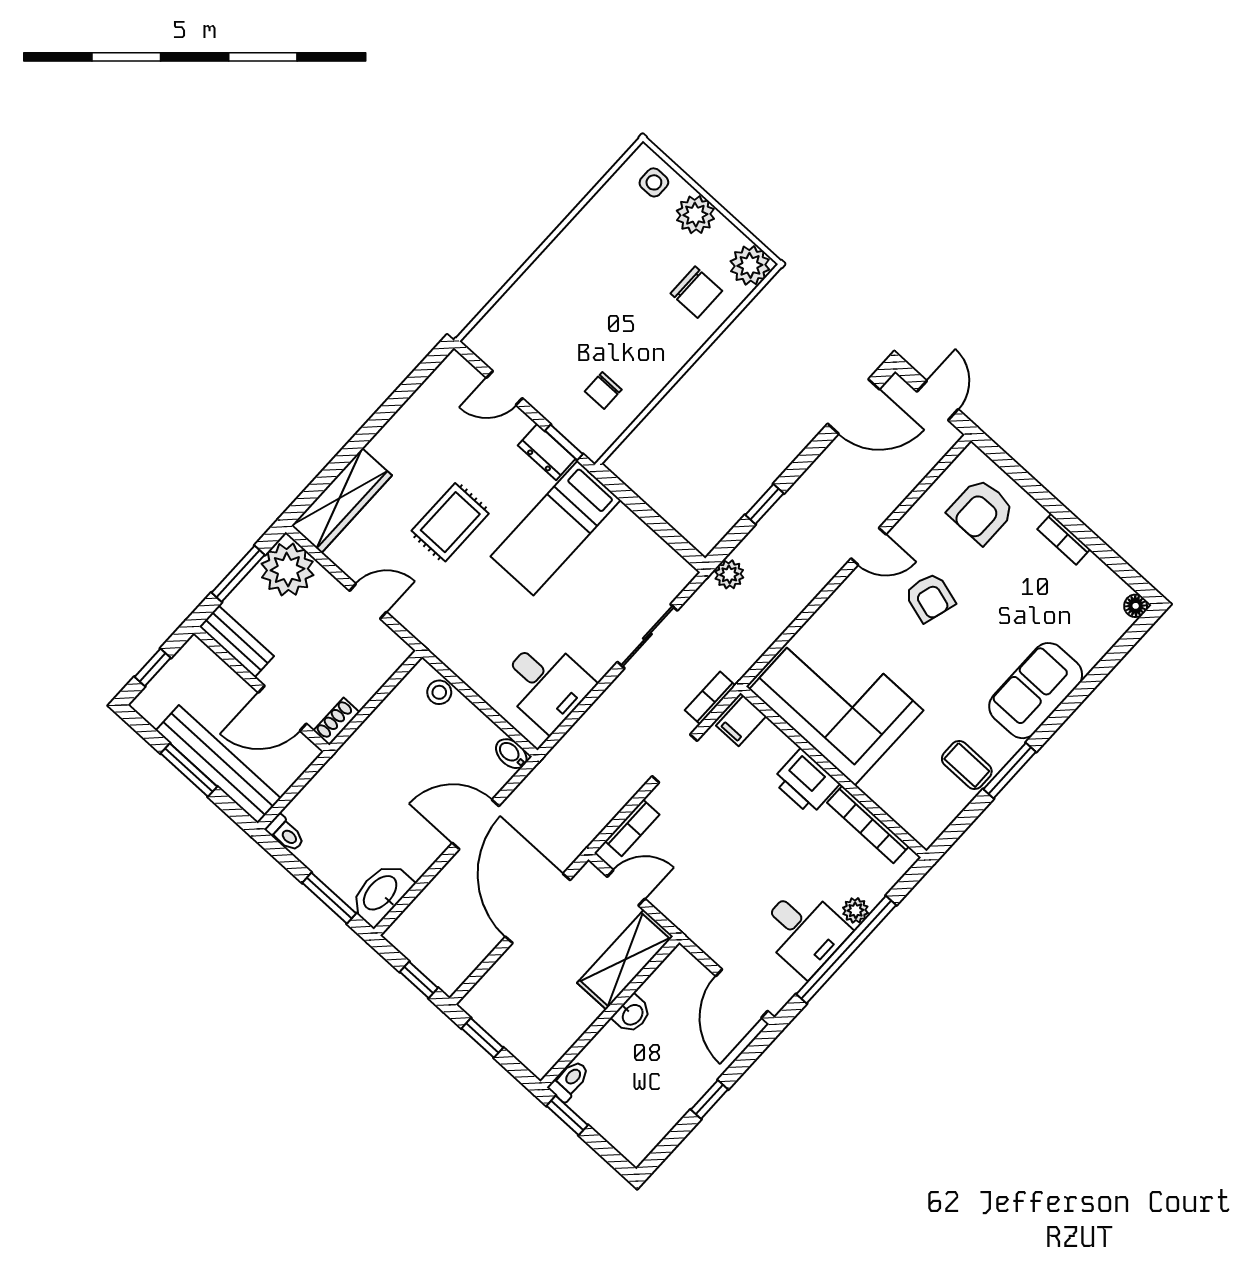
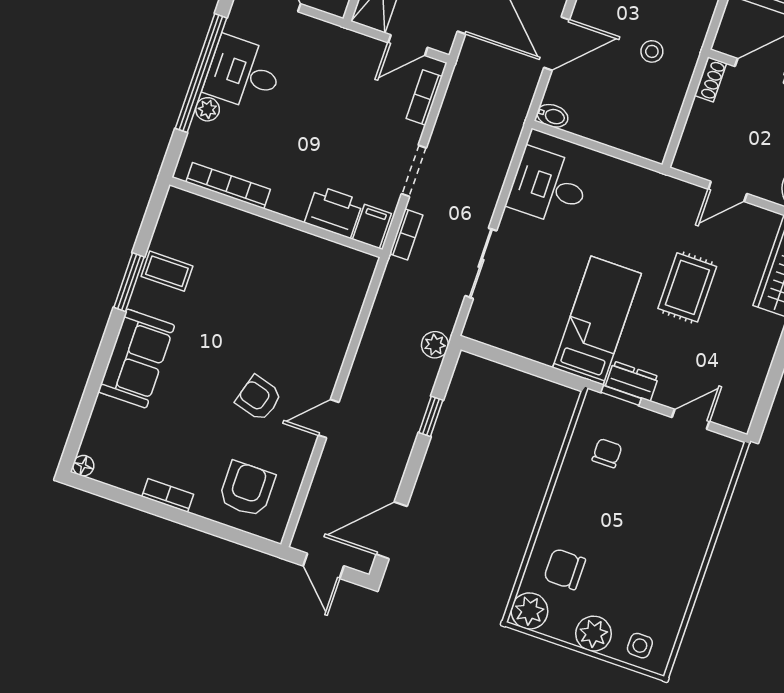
stool: (439, 692) -> (652, 51), moved
corner sofa: (836, 700) -> (300, 279), removed
printer: (806, 782) -> (334, 212), moved

